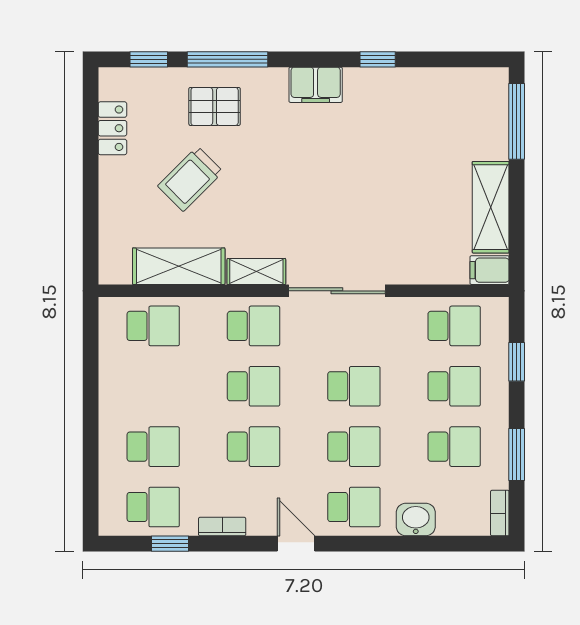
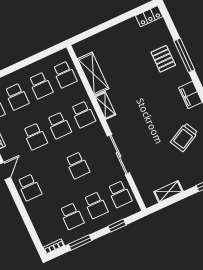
window: (149, 59) -> (170, 24), removed
locker: (112, 128) -> (149, 16), moved
trolley: (190, 179) -> (184, 137), moved, turned -73
shelving: (491, 207) -> (168, 192), width x0.67, depth x0.75
filing cabinet: (490, 270) -> (148, 198), removed
sliding door: (337, 291) -> (119, 155), moved
school desk: (354, 447) -> (41, 86), moved
washbasin: (416, 520) -> (36, 214), removed

